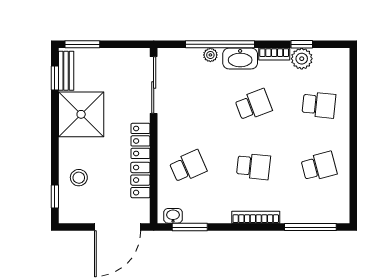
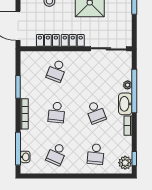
window: (302, 44) -> (134, 159), moved
plant: (302, 59) -> (125, 163), moved
school desk: (188, 166) -> (57, 71), turned 45
school desk: (319, 166) -> (57, 154), turned 39
washbasin: (173, 216) -> (25, 157), moved
window: (190, 227) -> (18, 87), moved

